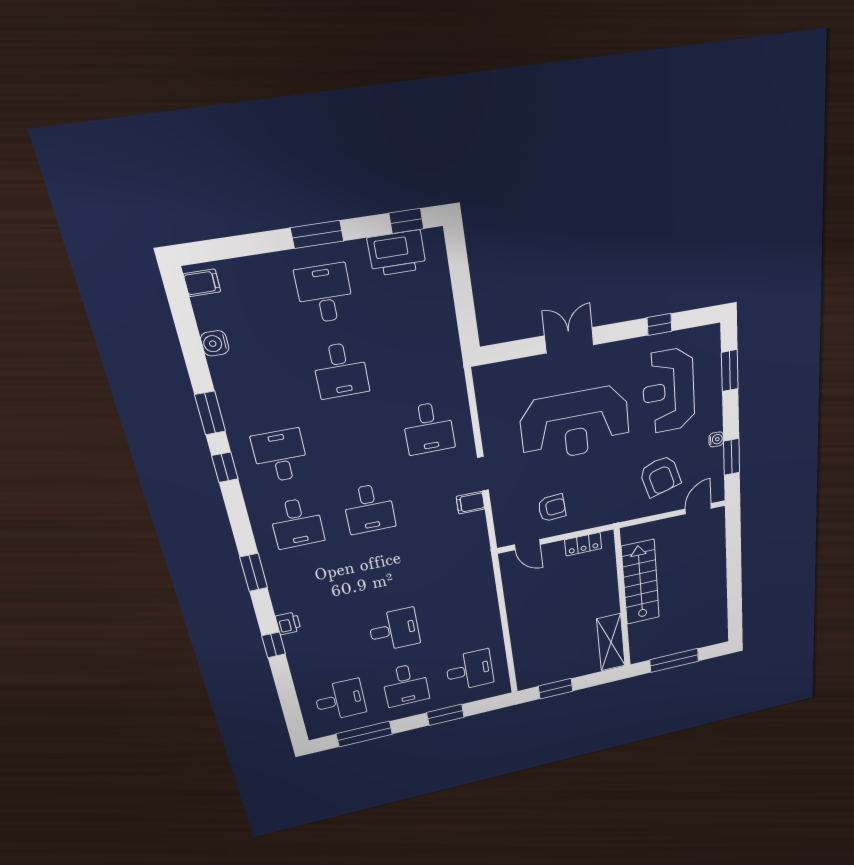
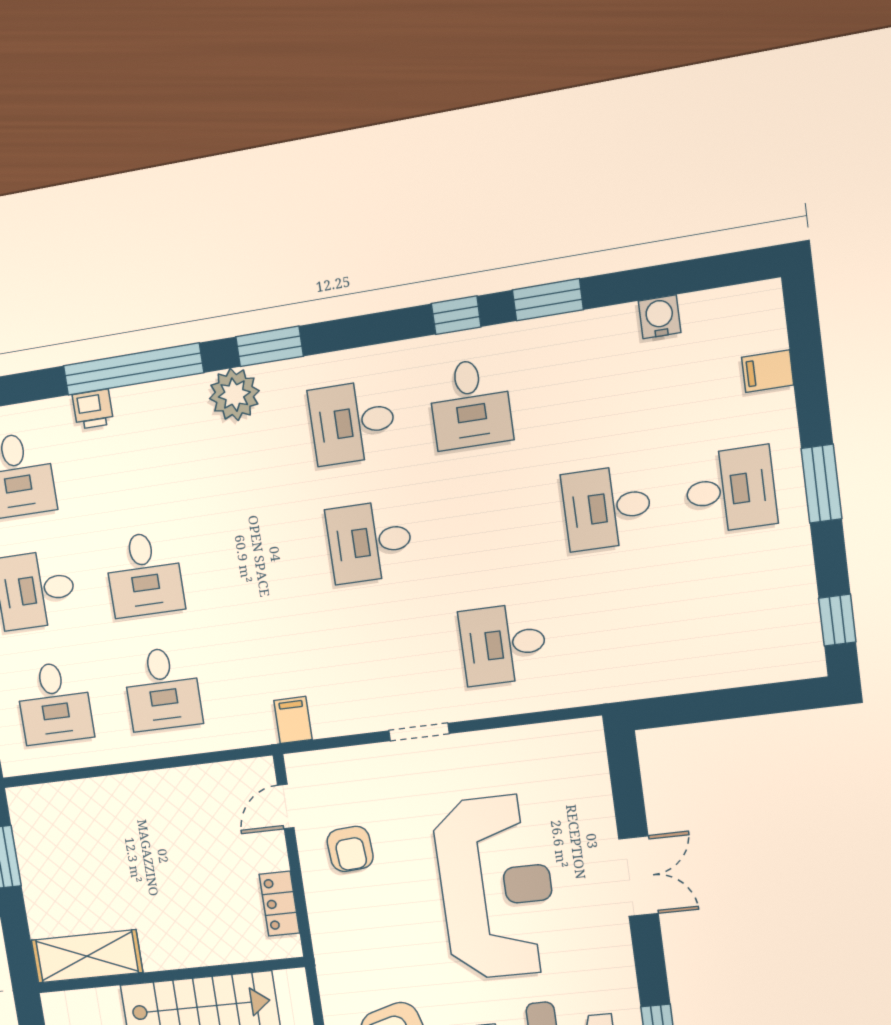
printer: (397, 253) -> (788, 604), removed
filing cabinet: (202, 283) -> (768, 371), moved, turned 90
reception desk: (575, 424) -> (496, 887), turned 180
desk: (280, 456) -> (470, 404), turned 90
filing cabinet: (470, 503) -> (293, 720), moved
plant: (285, 590) -> (234, 395), added
desk: (460, 615) -> (162, 689), added
printer: (288, 623) -> (93, 409), moved
window: (274, 645) -> (133, 369), width x3.17

